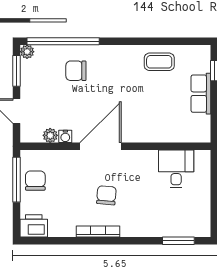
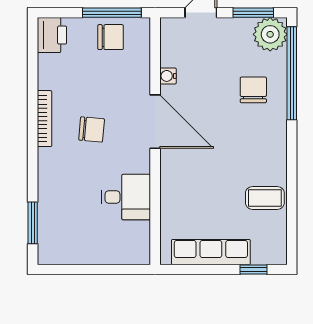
plant: (27, 52) -> (270, 34), width x1.88, depth x1.88
coffee table: (159, 62) -> (265, 198), turned 90
row of seats: (201, 94) -> (211, 252), width x1.48
plant: (50, 135) -> (169, 56), removed
desk: (176, 169) -> (126, 197), moved

